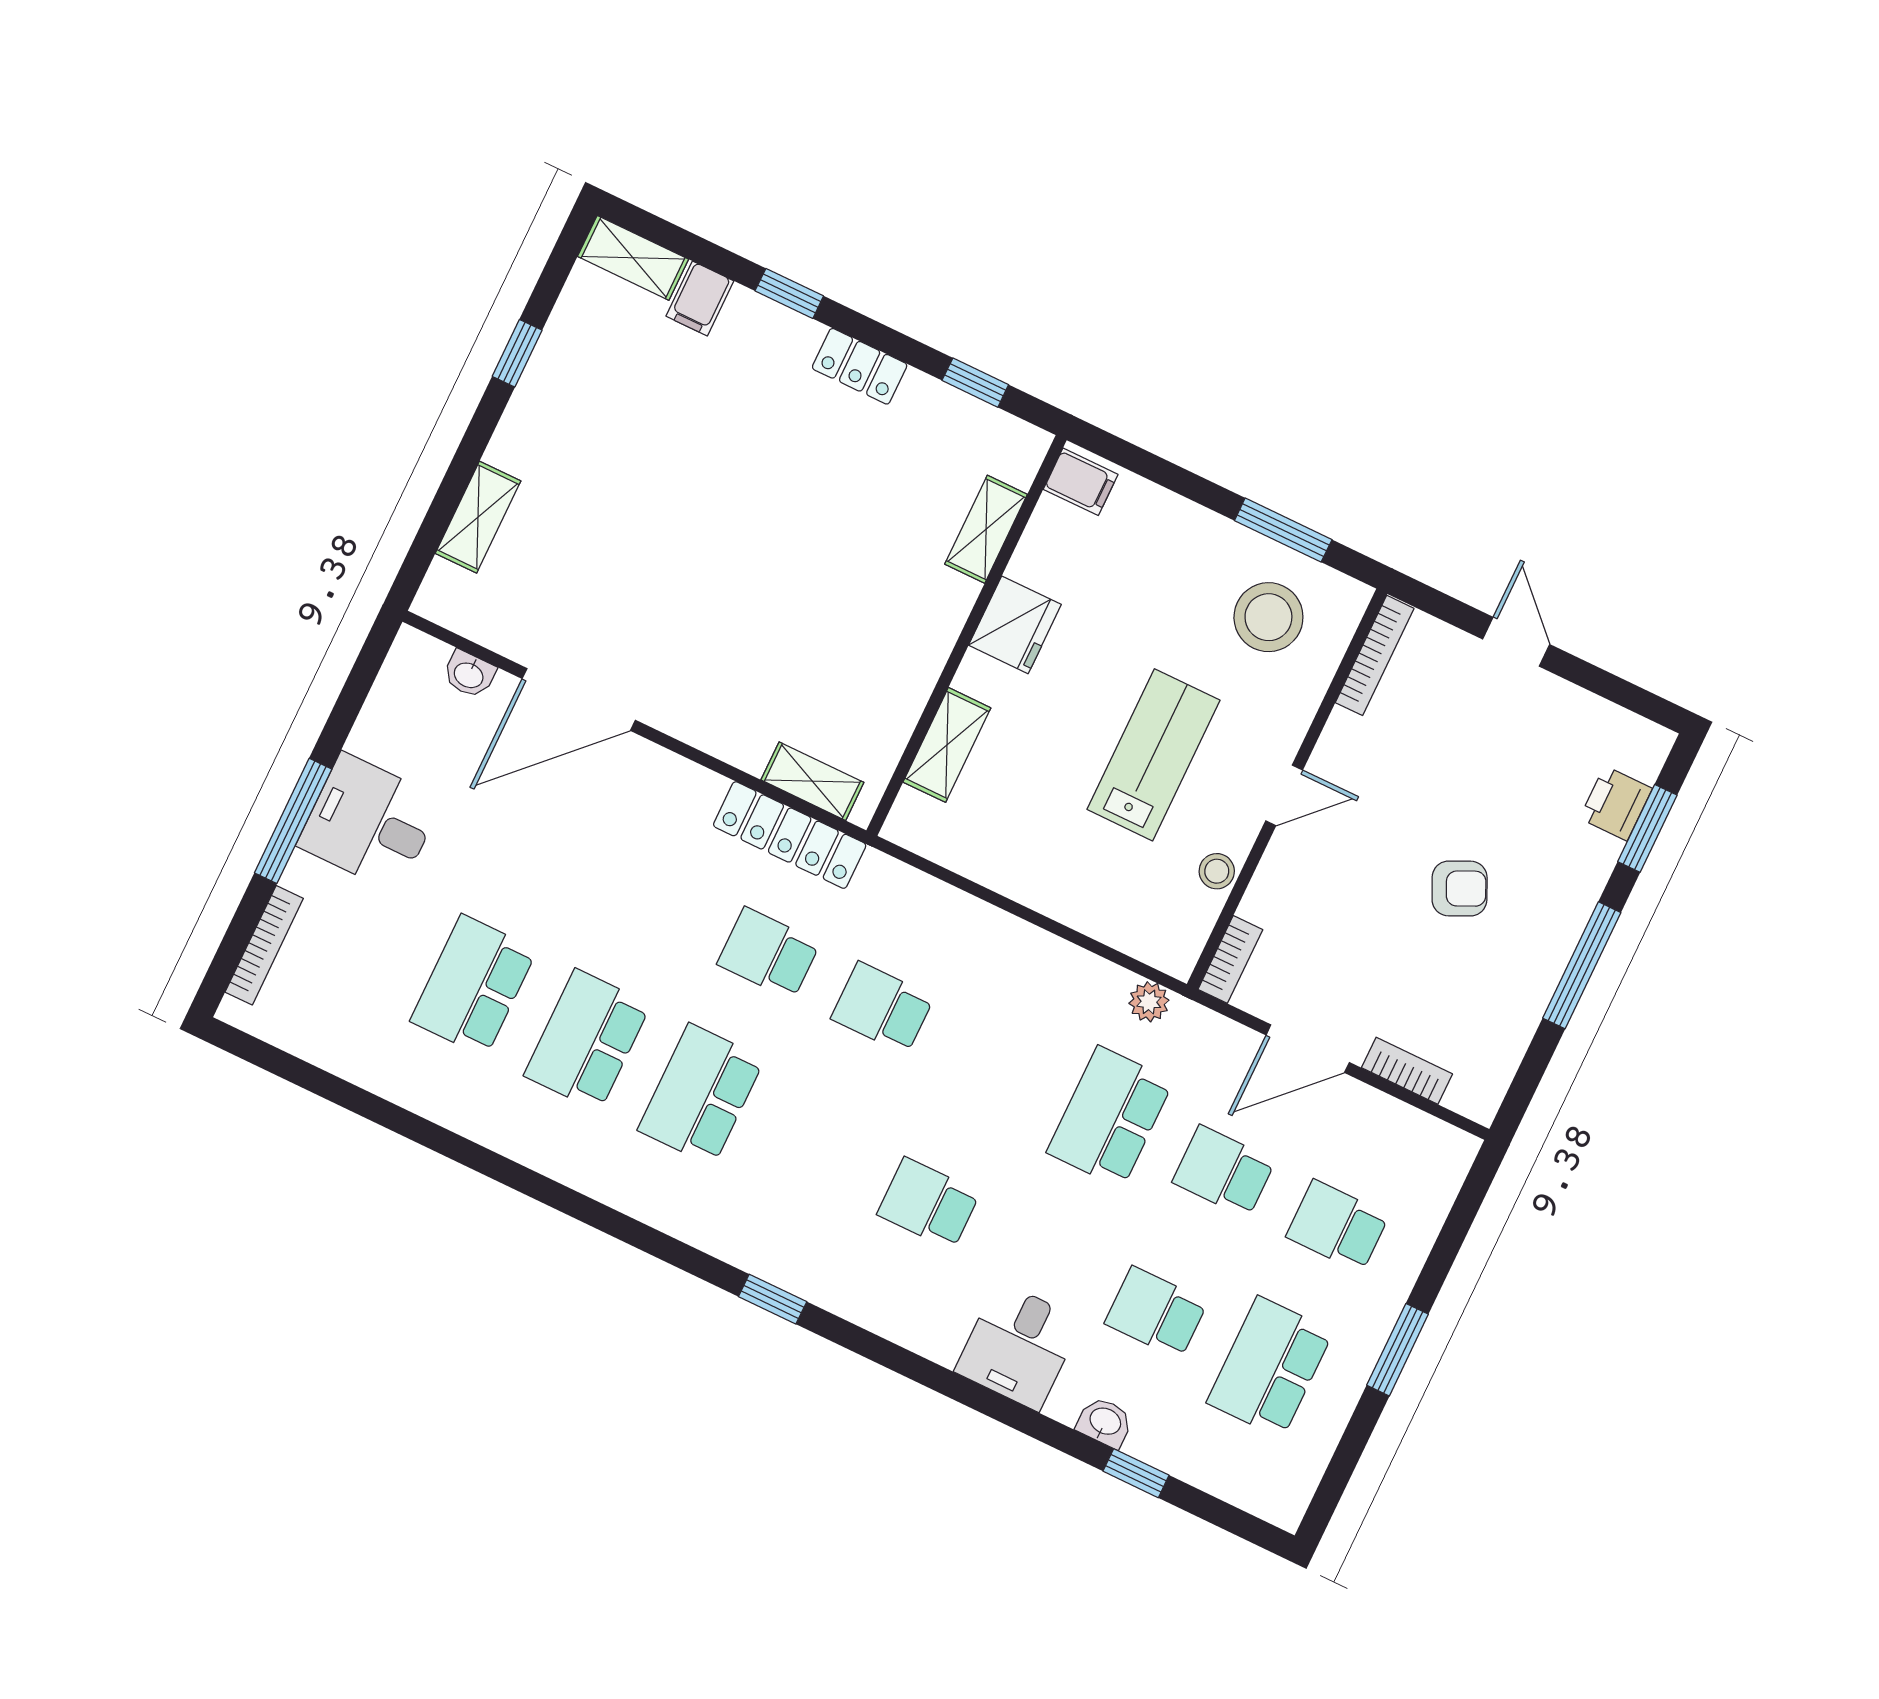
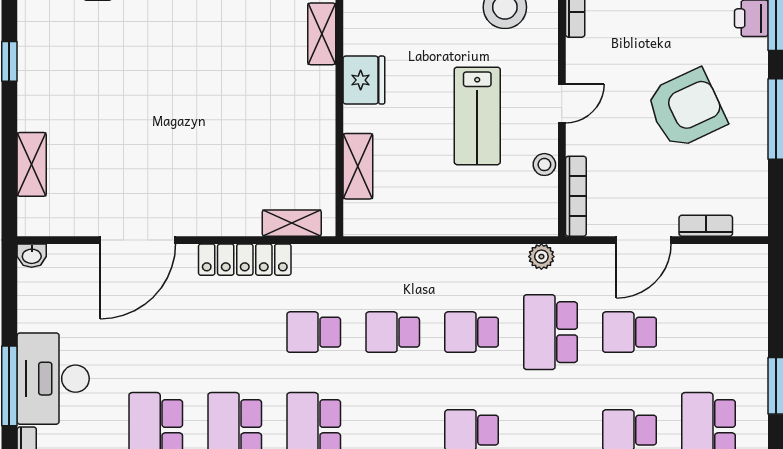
washbasin: (469, 674) -> (32, 256), moved
lab bench: (1154, 755) -> (477, 116), turned 180
desk: (370, 823) -> (53, 379), width x1.37
locker: (790, 835) -> (245, 260), moved
armchair: (1460, 889) -> (686, 109), width x1.88, depth x1.88
bookcase: (1230, 959) -> (576, 196), width x1.56
school desk: (1337, 1226) -> (472, 332), moved

